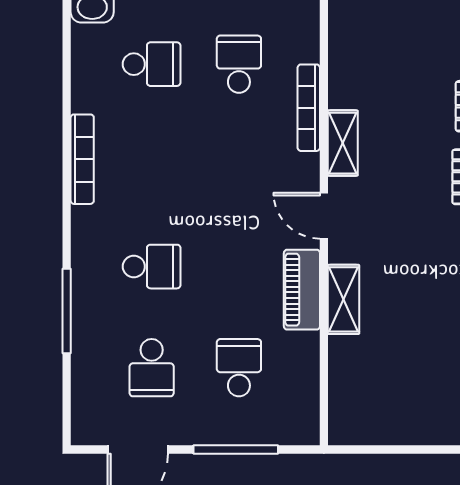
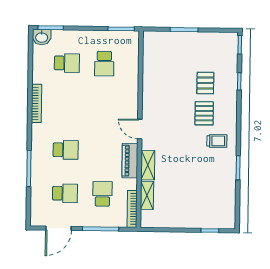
school desk: (239, 64) -> (104, 64), turned 180
bookcase: (309, 108) -> (132, 209), moved
shelving: (343, 143) -> (147, 195), moved
school desk: (152, 368) -> (65, 193), turned -90

